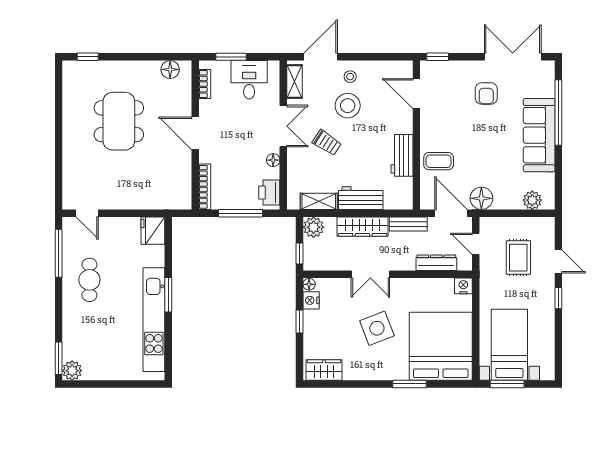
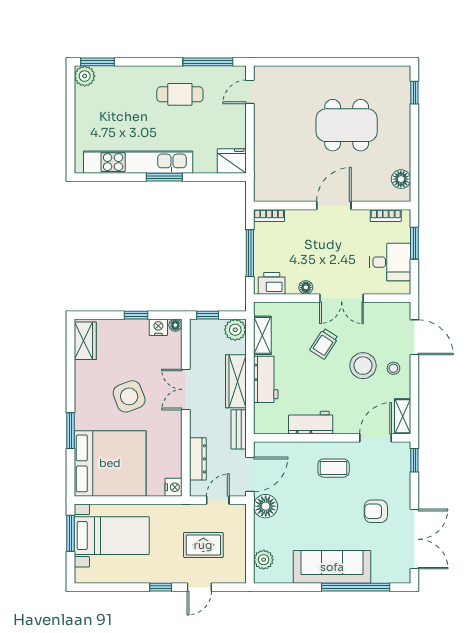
shelving: (295, 82) -> (403, 416), moved, turned 90
coffee table: (439, 161) -> (334, 468), moved, turned 90
bookcase: (205, 187) -> (269, 215), width x0.64

